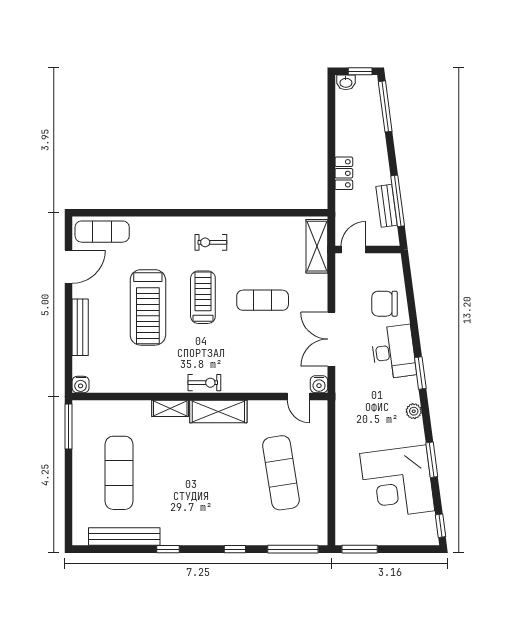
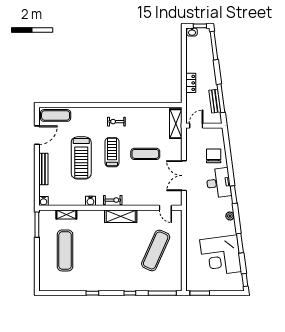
chair: (385, 304) -> (214, 156), turned 90
water cooler: (319, 384) -> (90, 201), moved
shelving: (170, 408) -> (66, 214), moved
exercise mat: (281, 473) -> (156, 250), turned 33
bench: (124, 537) -> (68, 286), removed

